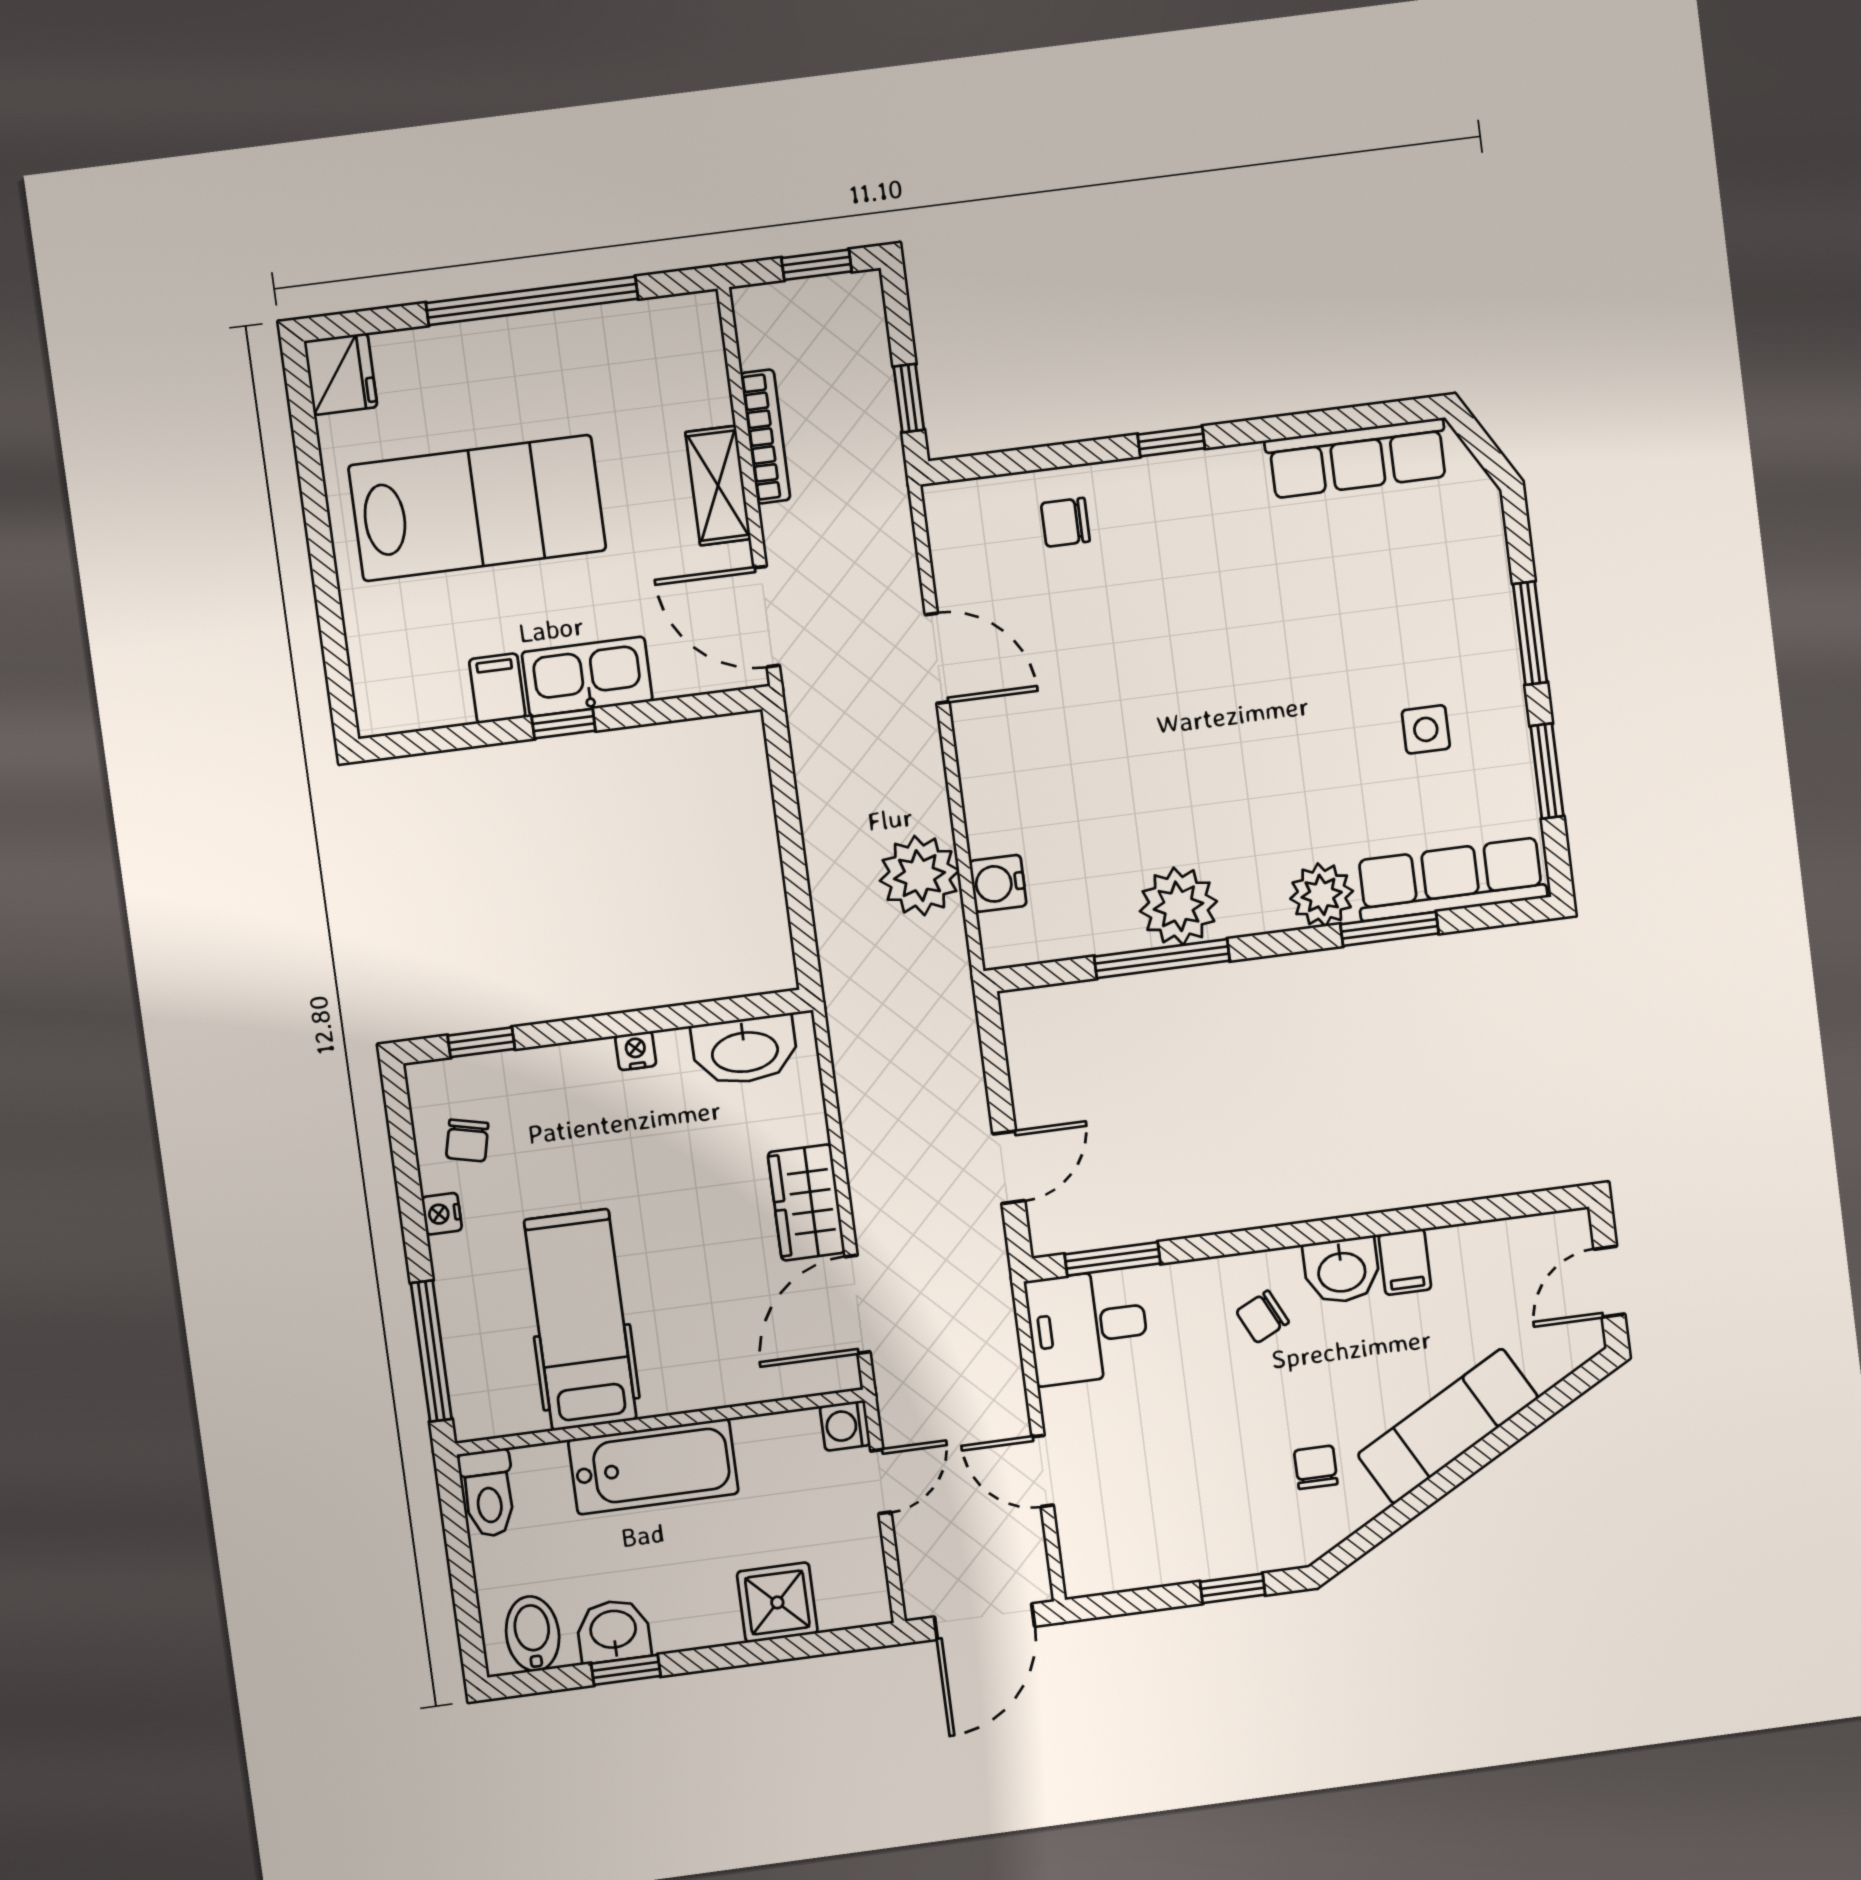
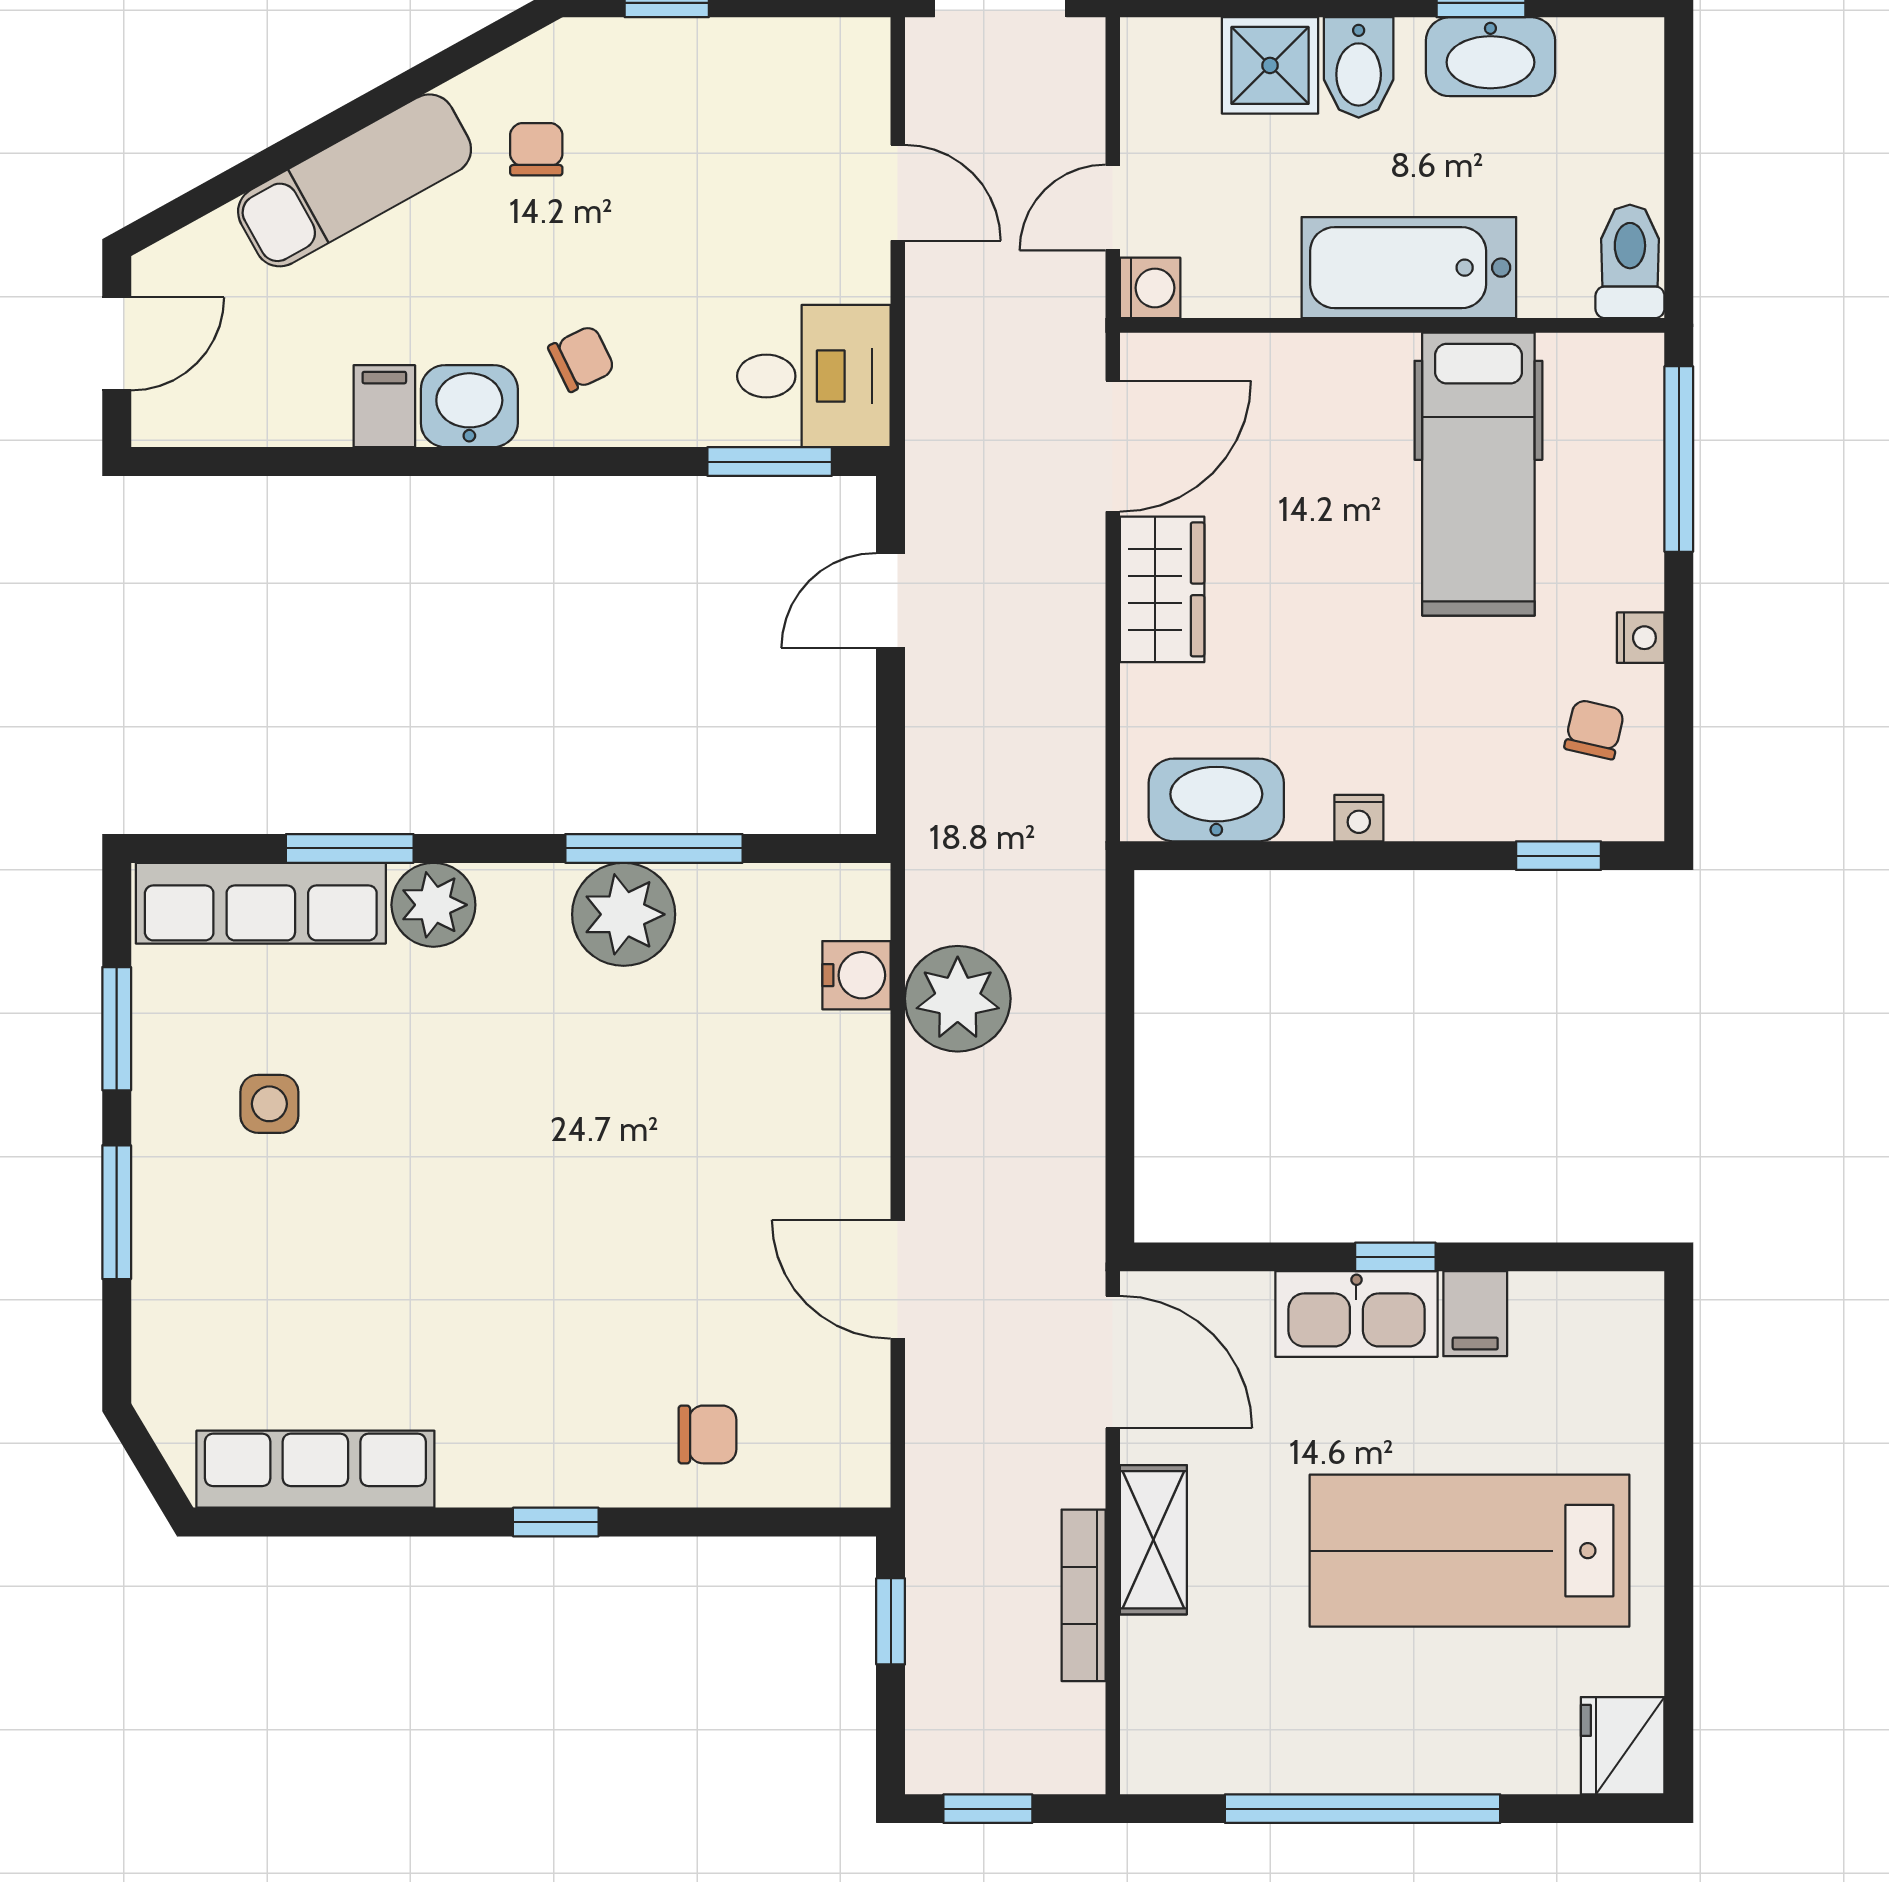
chair: (1316, 1467) -> (536, 149), turned 180
washbasin: (613, 1631) -> (1490, 57), width x1.38
bidet: (533, 1634) -> (1359, 67), moved

